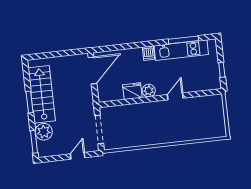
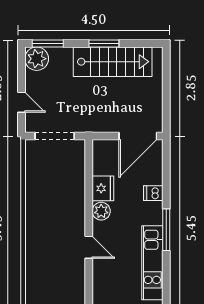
window: (183, 40) -> (166, 230), moved
dishwasher: (149, 53) -> (153, 193), moved
door: (92, 70) -> (138, 136), hinge flipped
plant: (44, 132) -> (37, 59), moved

